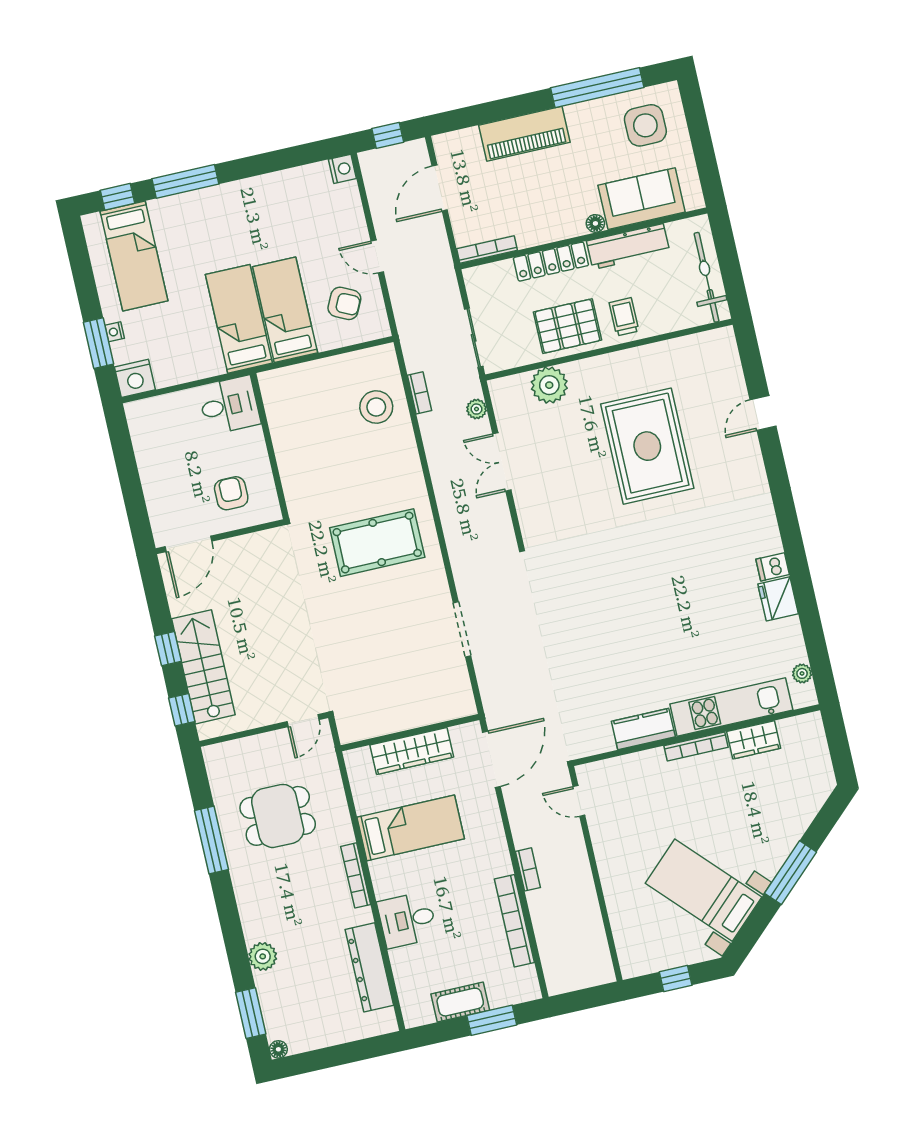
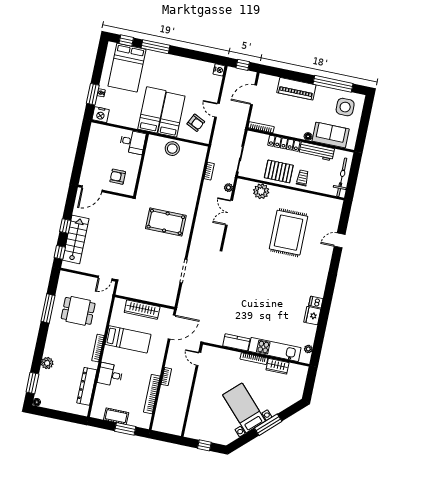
bed: (134, 256) -> (127, 68), width x1.50
stool: (376, 407) -> (172, 149), moved
armchair: (231, 493) -> (118, 177), turned -90
bed with nightstands: (704, 890) -> (244, 408), moved

